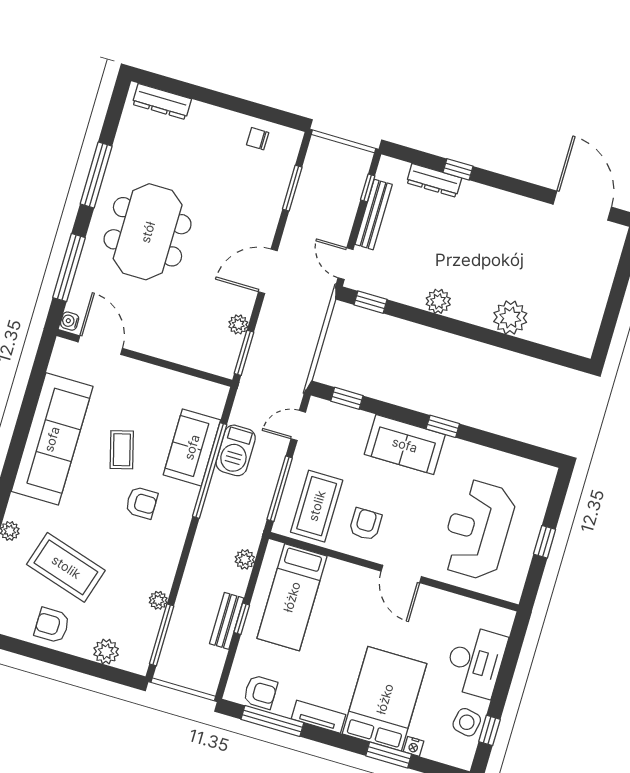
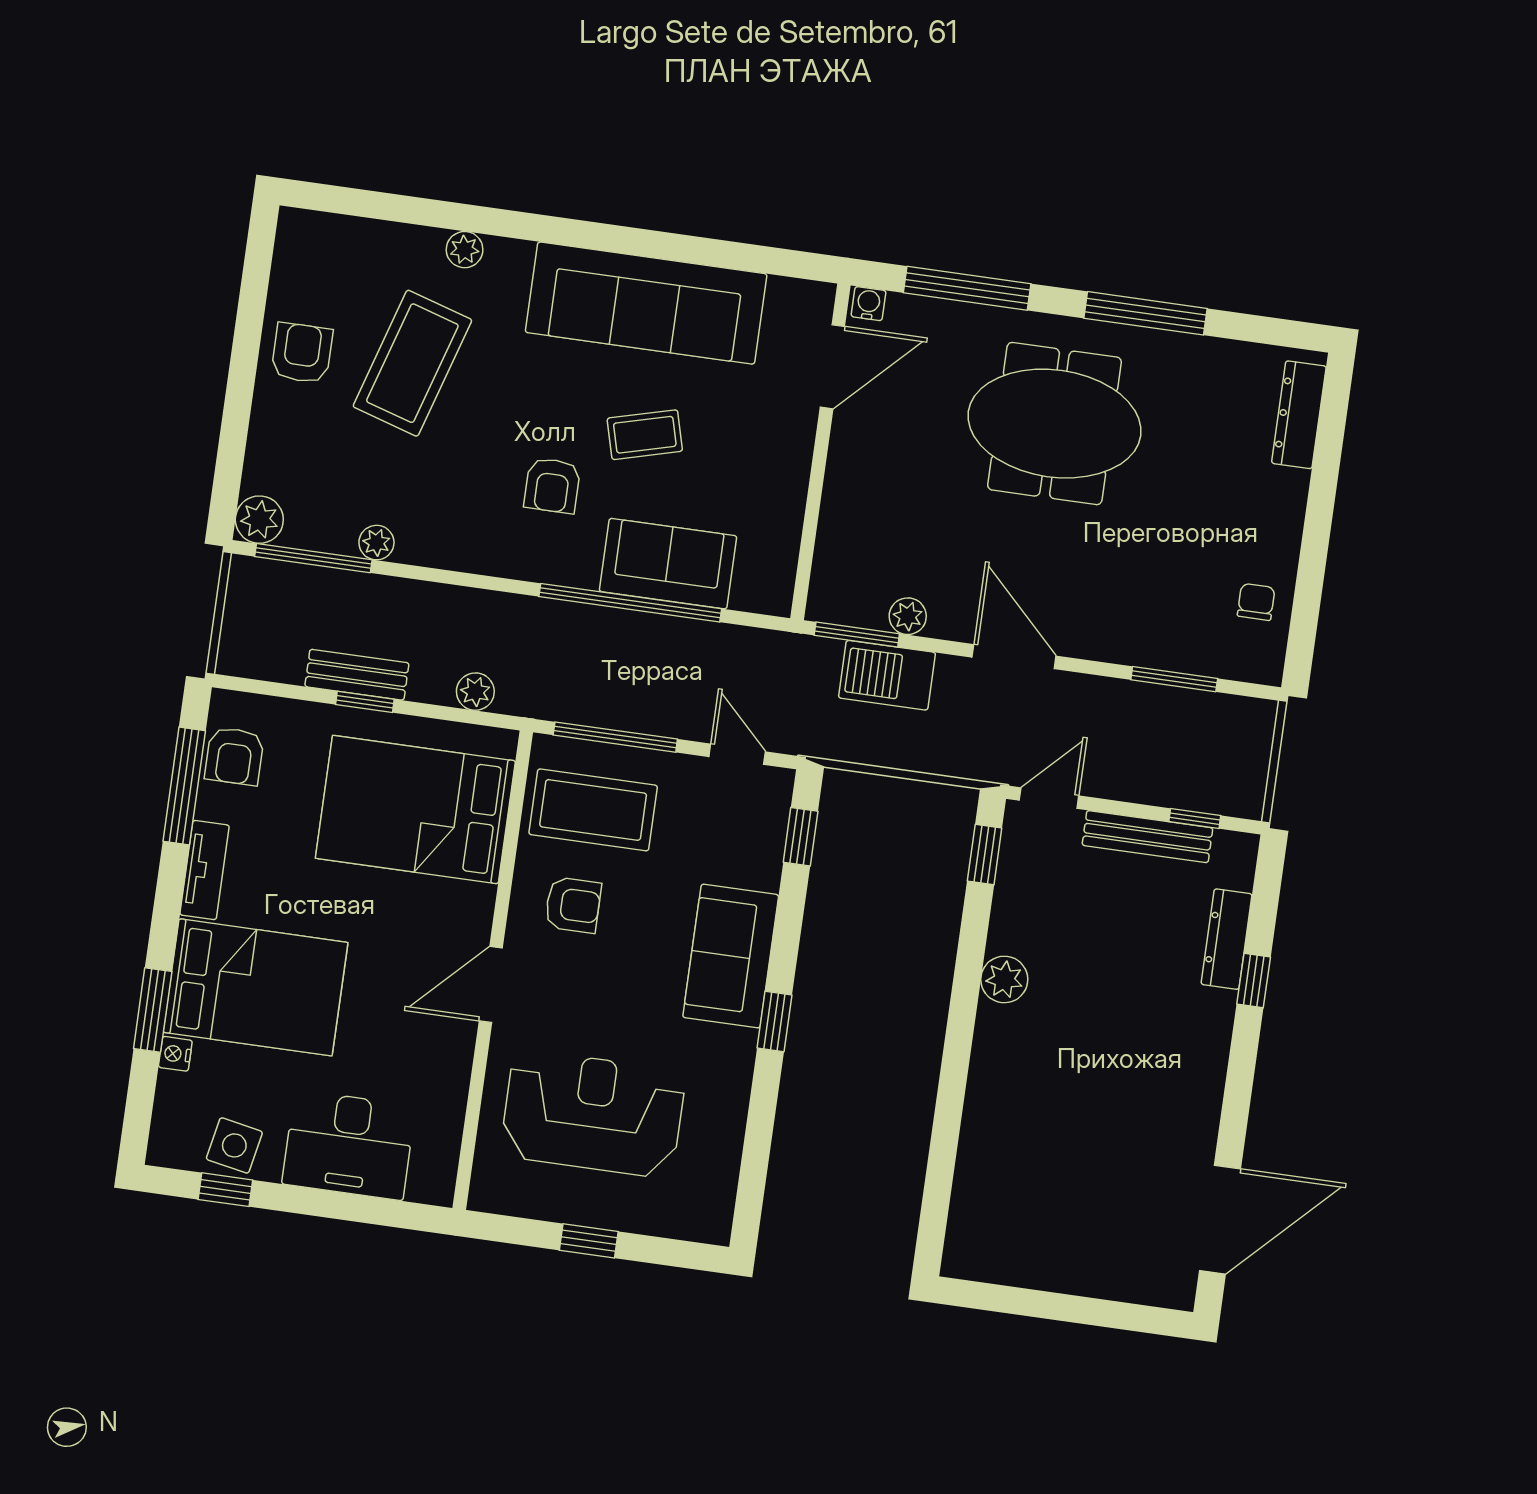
plant: (510, 318) -> (994, 1117), removed
barbecue: (236, 450) -> (887, 675), moved
bed: (292, 597) -> (415, 810), width x1.50
plant: (106, 652) -> (259, 520), moved

